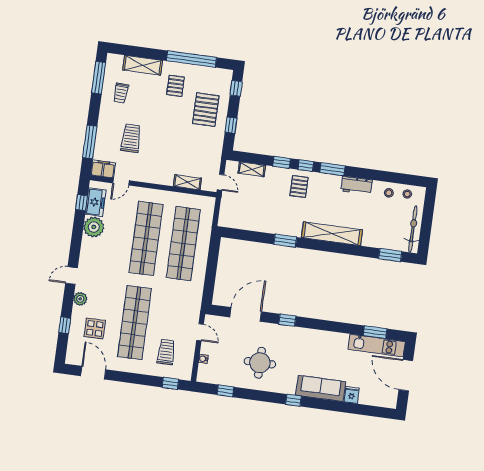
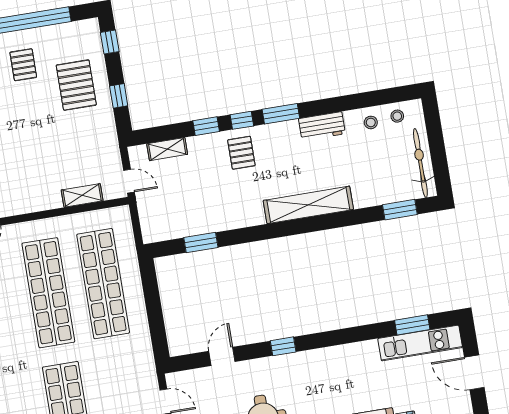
window: (285, 241) -> (201, 243), moved
door: (246, 314) -> (222, 356), width x0.53
door: (406, 375) -> (474, 372), width x0.73

